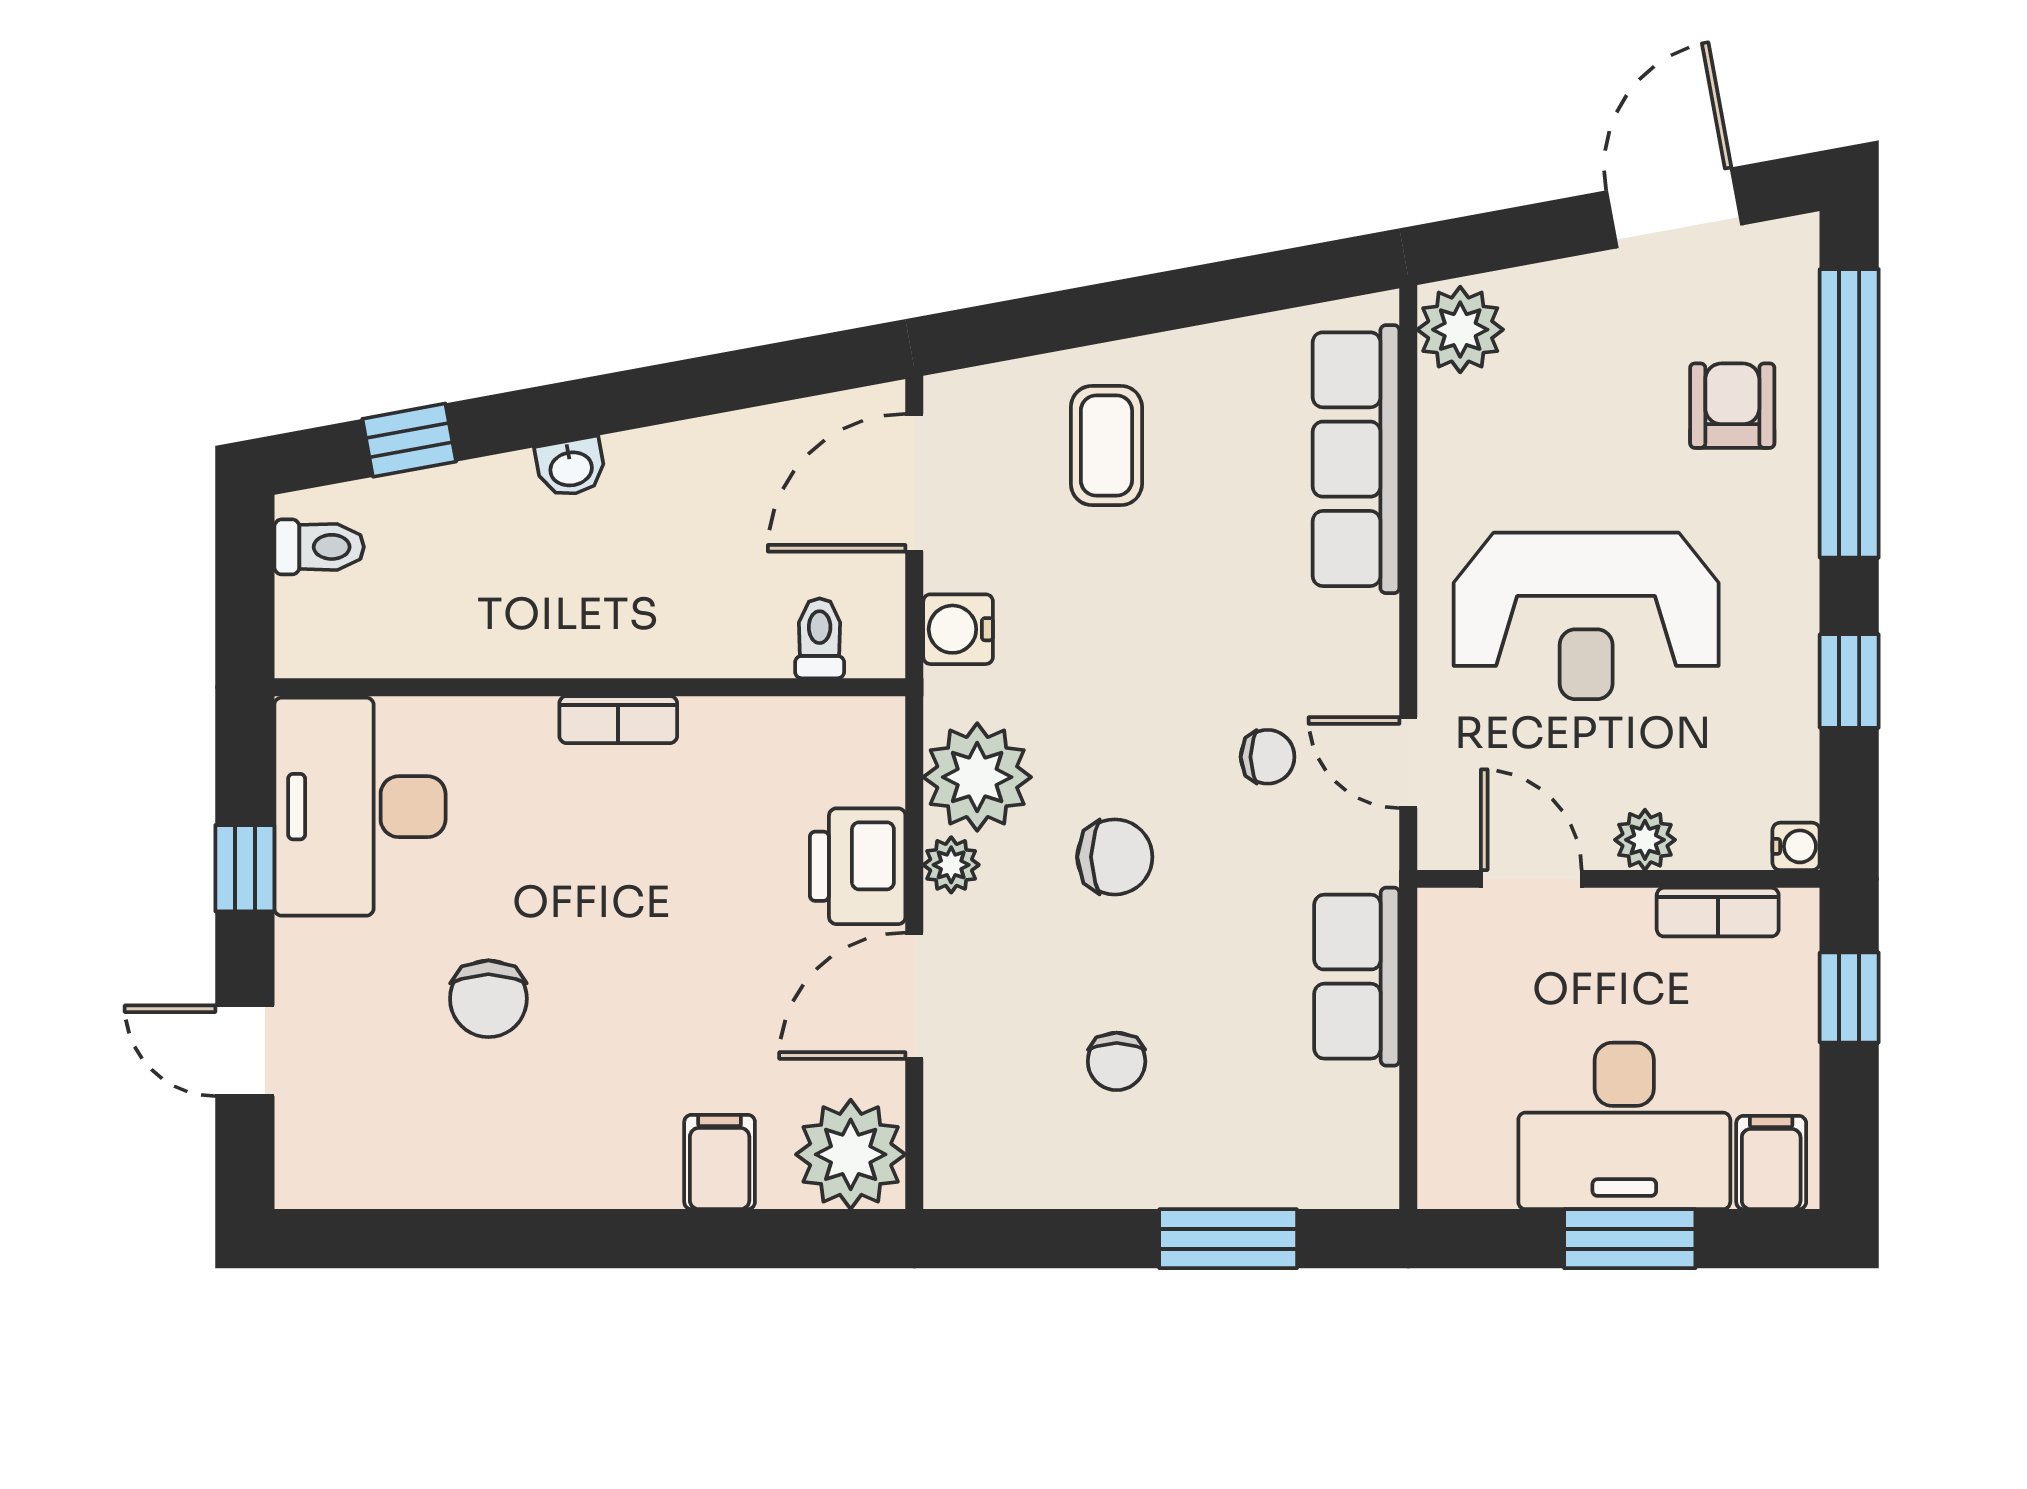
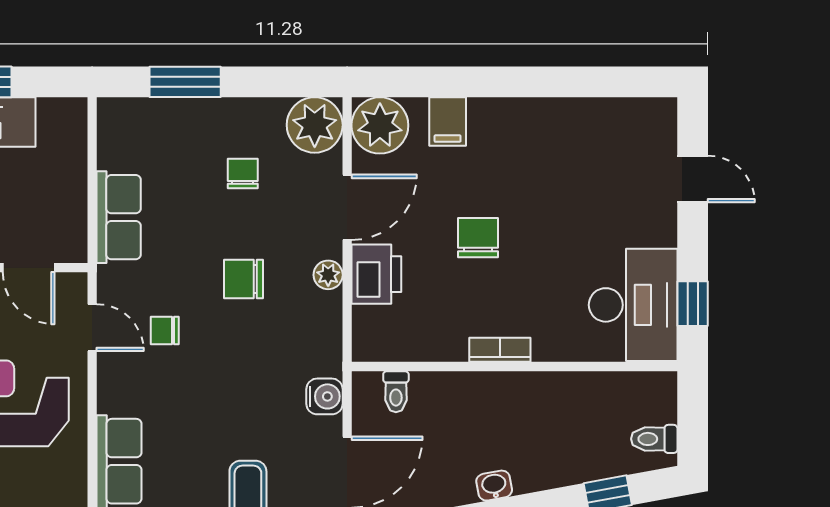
washbasin: (571, 467) -> (494, 486), moved
plant: (977, 777) -> (315, 125), moved
window: (245, 868) -> (693, 304), moved
chair: (488, 999) -> (478, 238), moved

